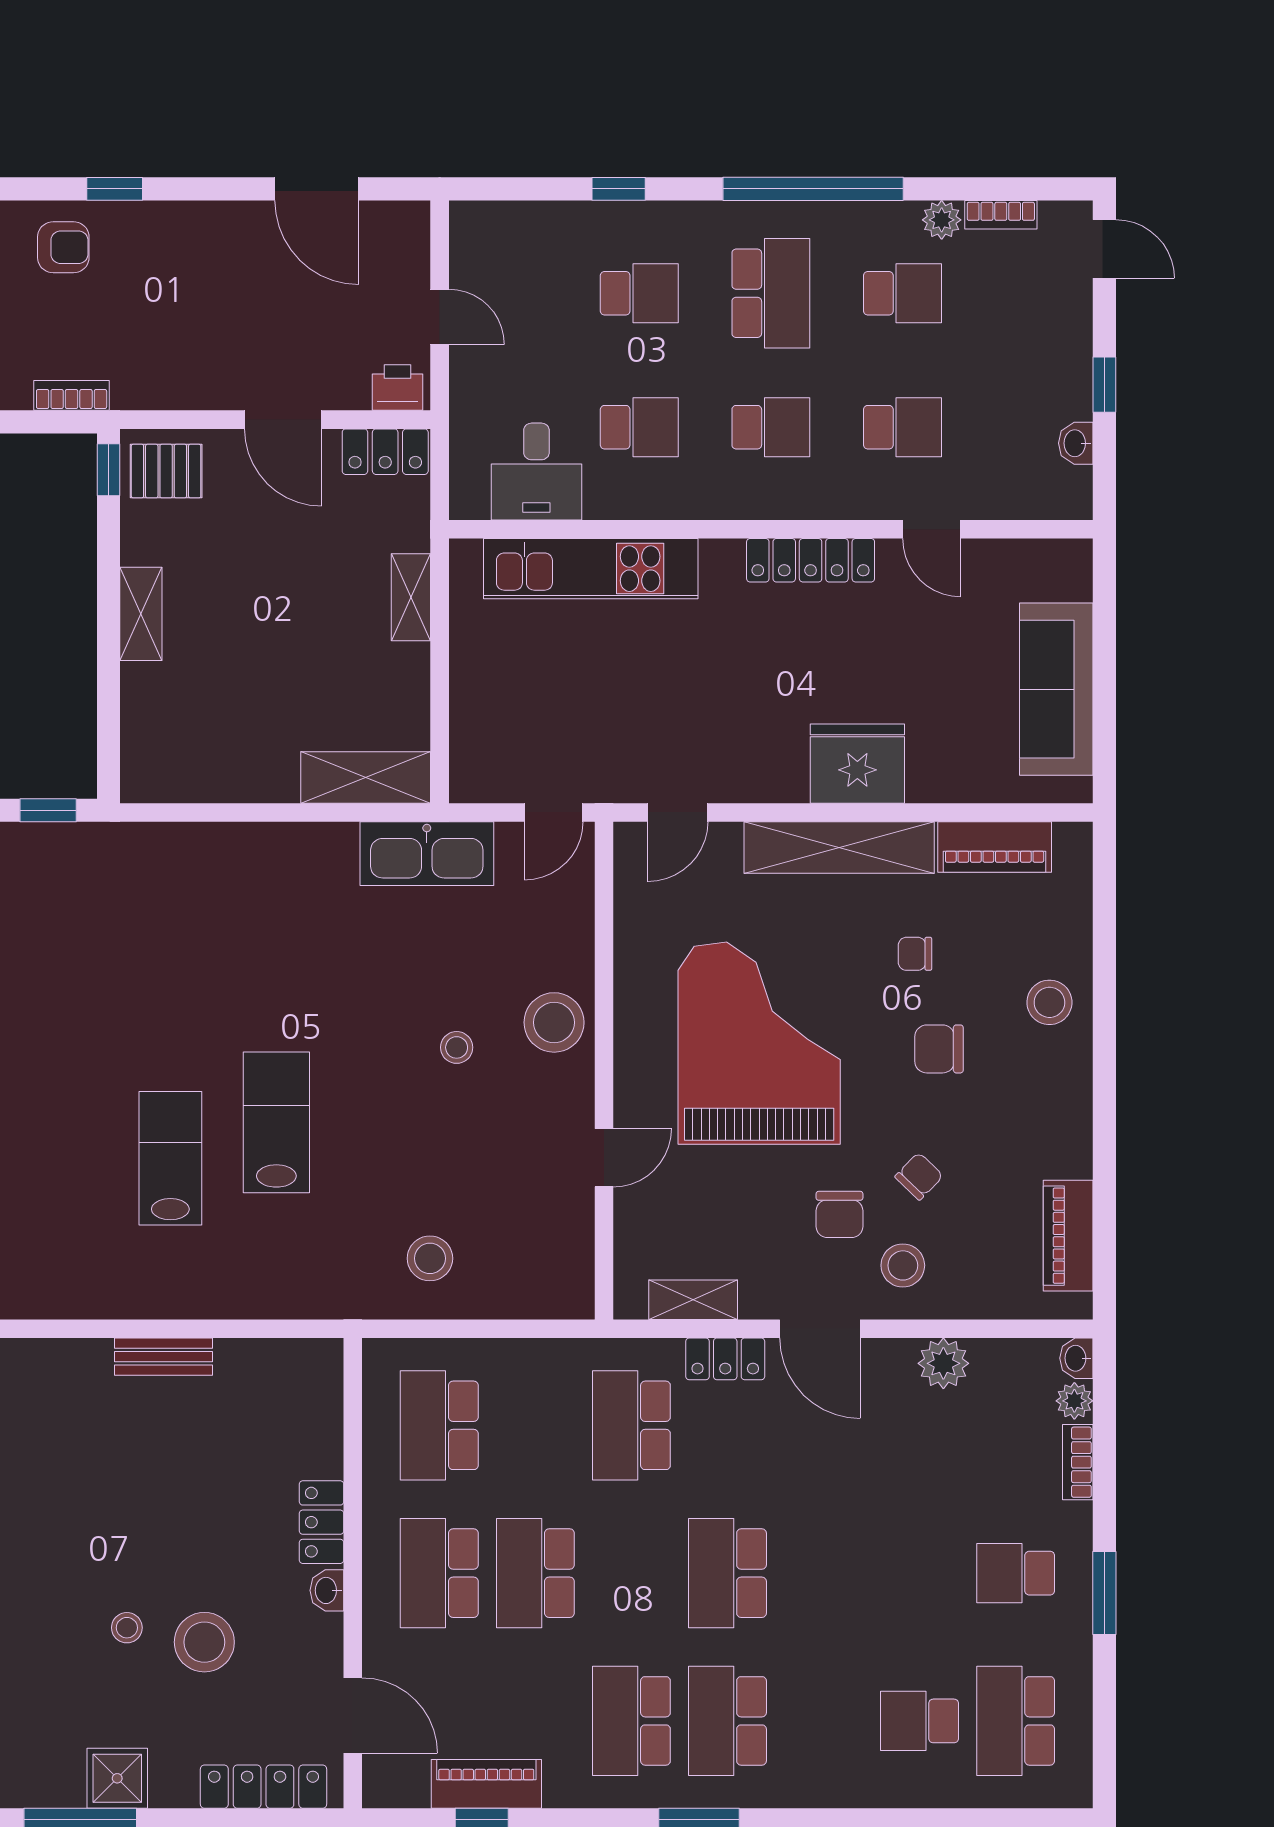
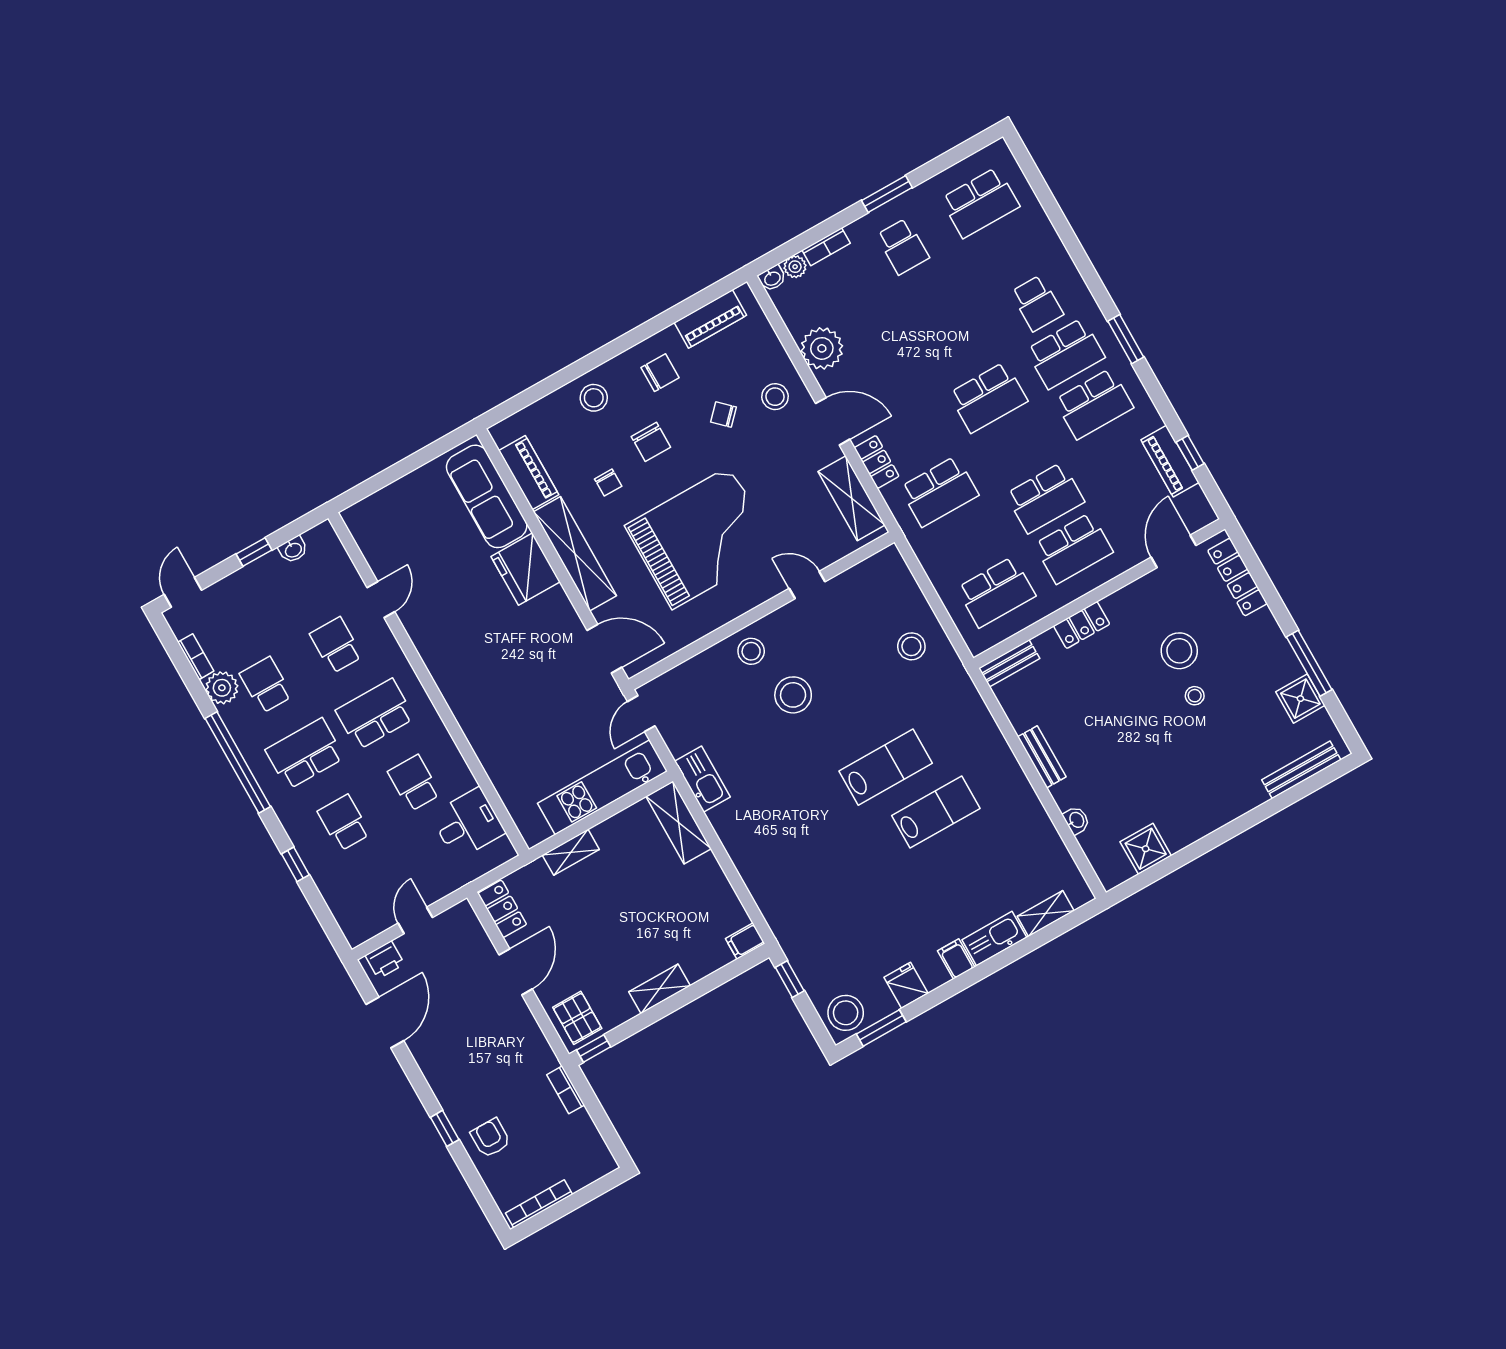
plant: (942, 220) -> (222, 688), width x1.38, depth x1.38
printer: (398, 388) -> (385, 960), moved, turned -90
school desk: (771, 427) -> (375, 714), width x1.85
locker: (811, 560) -> (433, 654), removed
kitchen unit: (591, 569) -> (602, 787), moved, turned -90
sofa: (1056, 689) -> (487, 496), moved, turned 90
filing cabinet: (140, 777) -> (745, 941), added
door: (554, 812) -> (641, 714), swing flipped
door: (678, 812) -> (604, 649), width x1.38
kitchen sink: (427, 854) -> (702, 779), width x0.73, depth x0.81
stool: (554, 1022) -> (751, 651), width x0.73, depth x0.73
grand piano: (759, 1043) -> (701, 538), turned 180
stool: (457, 1047) -> (793, 695), width x1.89, depth x1.89
lab bench: (276, 1122) -> (886, 767), turned 180
lab bench: (170, 1158) -> (936, 812), turned 180
chair: (839, 1214) -> (660, 373), moved
shelving: (693, 1300) -> (852, 498), width x1.50, depth x1.33
door: (820, 1329) -> (833, 421), hinge flipped
plant: (943, 1363) -> (822, 348), width x1.36, depth x1.36
bench: (325, 1386) -> (1009, 663), added
washbasin: (327, 1590) -> (1076, 820), moved, turned -90
school desk: (920, 1721) -> (1037, 303), moved
shower: (117, 1778) -> (1300, 699), moved

